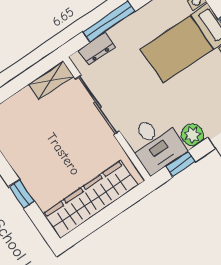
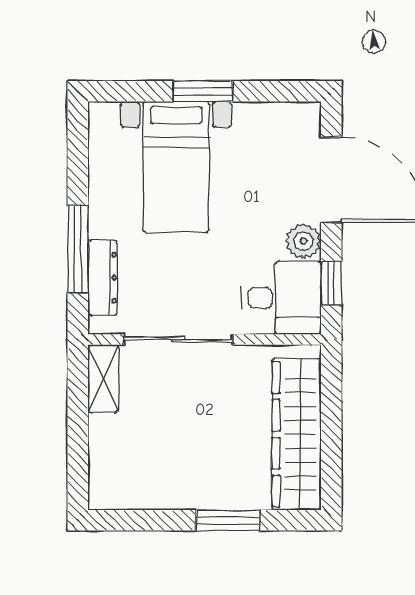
dresser: (97, 49) -> (103, 278), width x1.44
window: (22, 194) -> (228, 520), width x1.50

